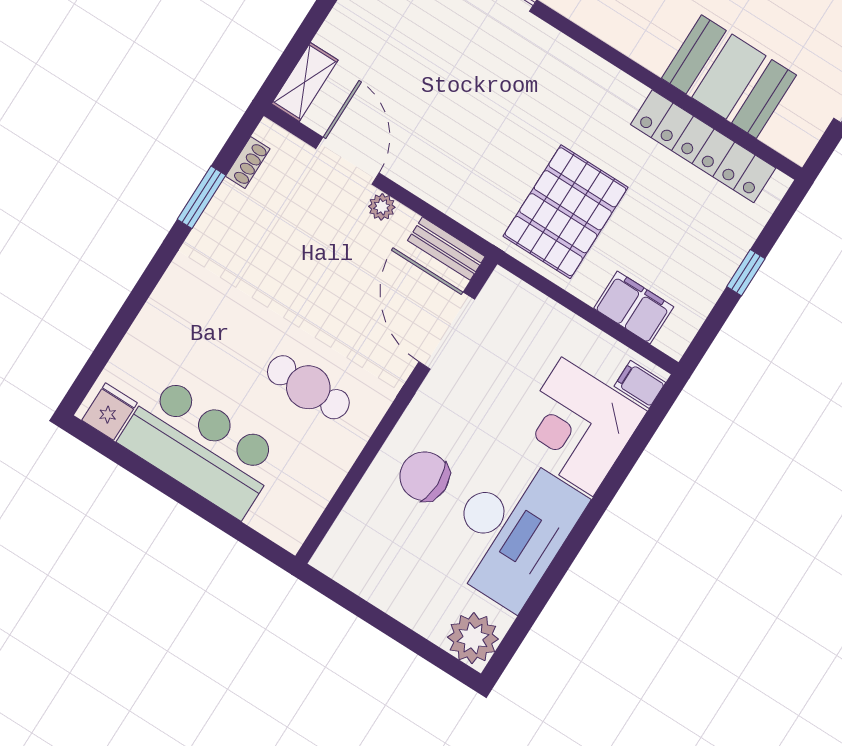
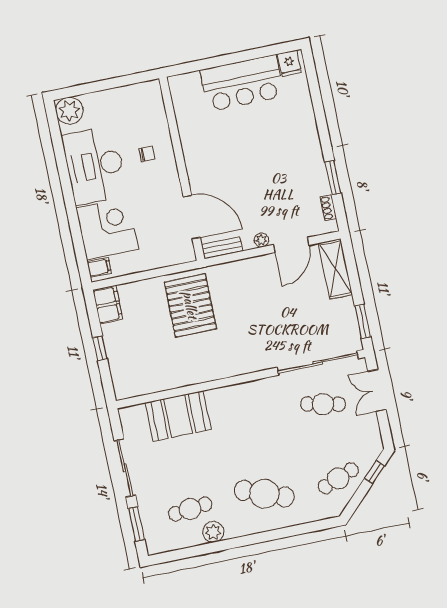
shelving: (305, 82) -> (335, 269), width x1.50, depth x1.33
locker: (703, 146) -> (162, 380), removed
door: (348, 161) -> (291, 245), hinge flipped
filing cabinet: (634, 308) -> (108, 305), moved, turned -90
cafe table: (308, 387) -> (223, 145), removed
chair: (424, 476) -> (147, 154), width x0.54, depth x0.54

